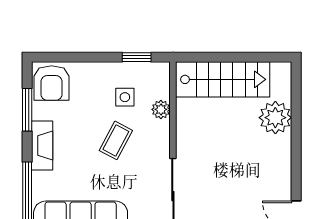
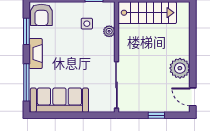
plant: (275, 118) -> (180, 68), moved
coffee table: (116, 140) -> (81, 50), removed

